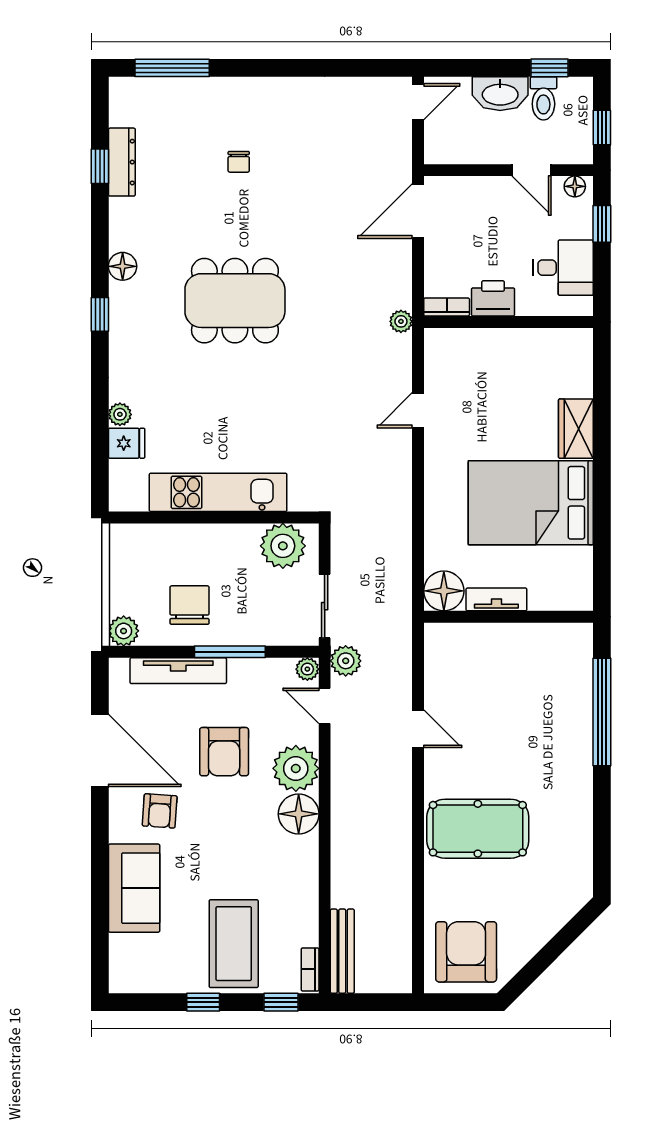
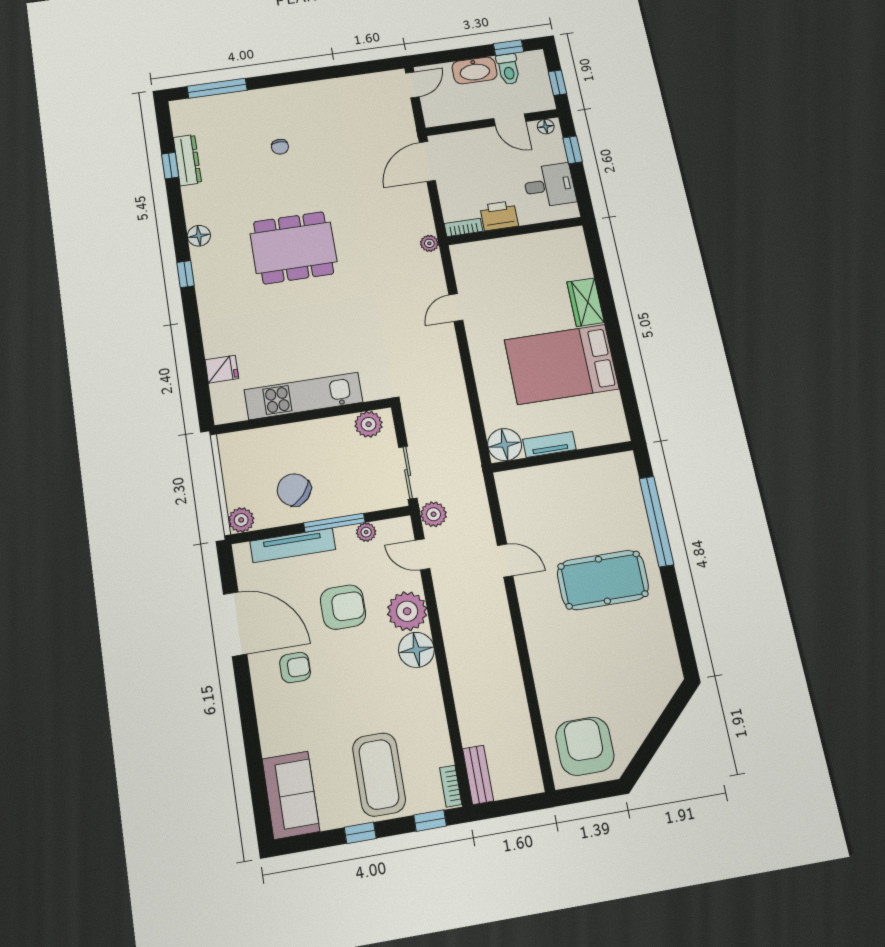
plant: (120, 414) -> (213, 348), removed
plant: (283, 546) -> (369, 424), width x0.73, depth x0.73
chair: (190, 605) -> (294, 490), turned -48
plant: (307, 669) -> (366, 532), moved
armchair: (224, 752) -> (343, 607), turned -90
armchair: (160, 811) -> (295, 668), turned -94
pool table: (478, 829) -> (603, 580), moved
sofa: (134, 888) -> (291, 795), moved
bench: (342, 951) -> (478, 775), width x0.73

